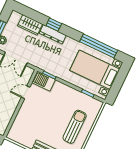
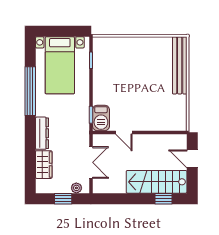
window: (54, 25) -> (30, 137), removed
window: (99, 46) -> (30, 91), moved
sun lounger: (75, 127) -> (137, 57), removed

